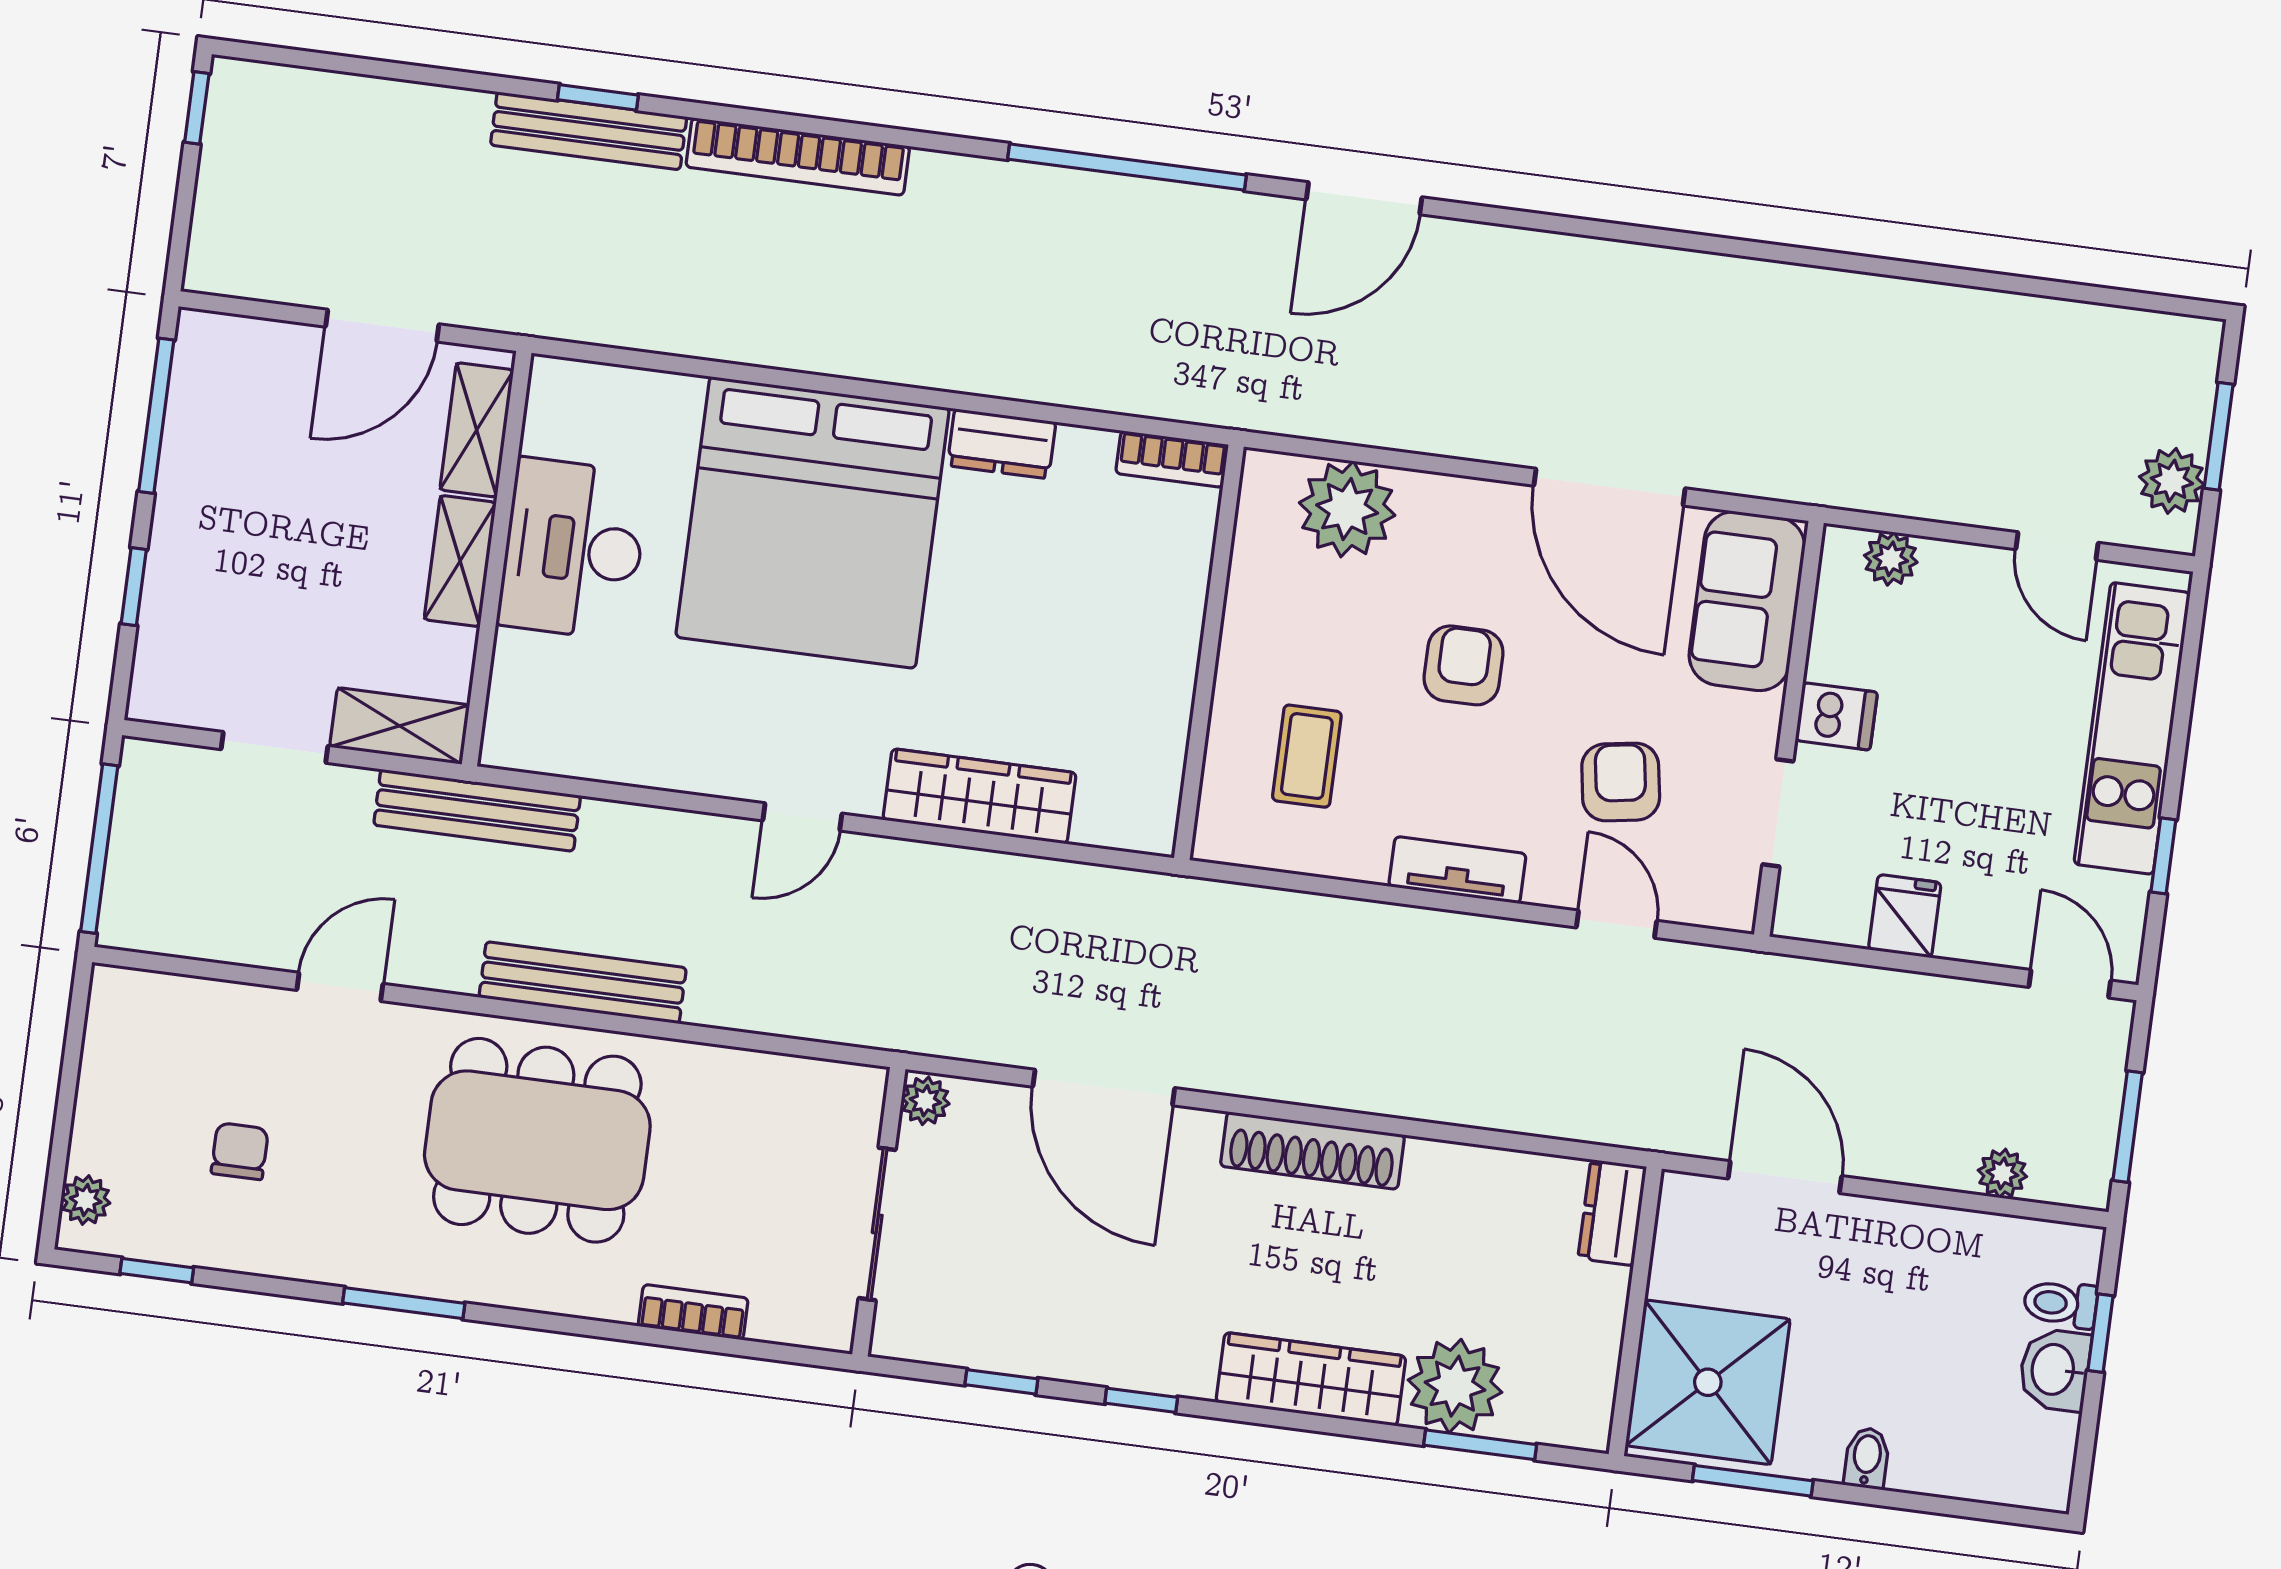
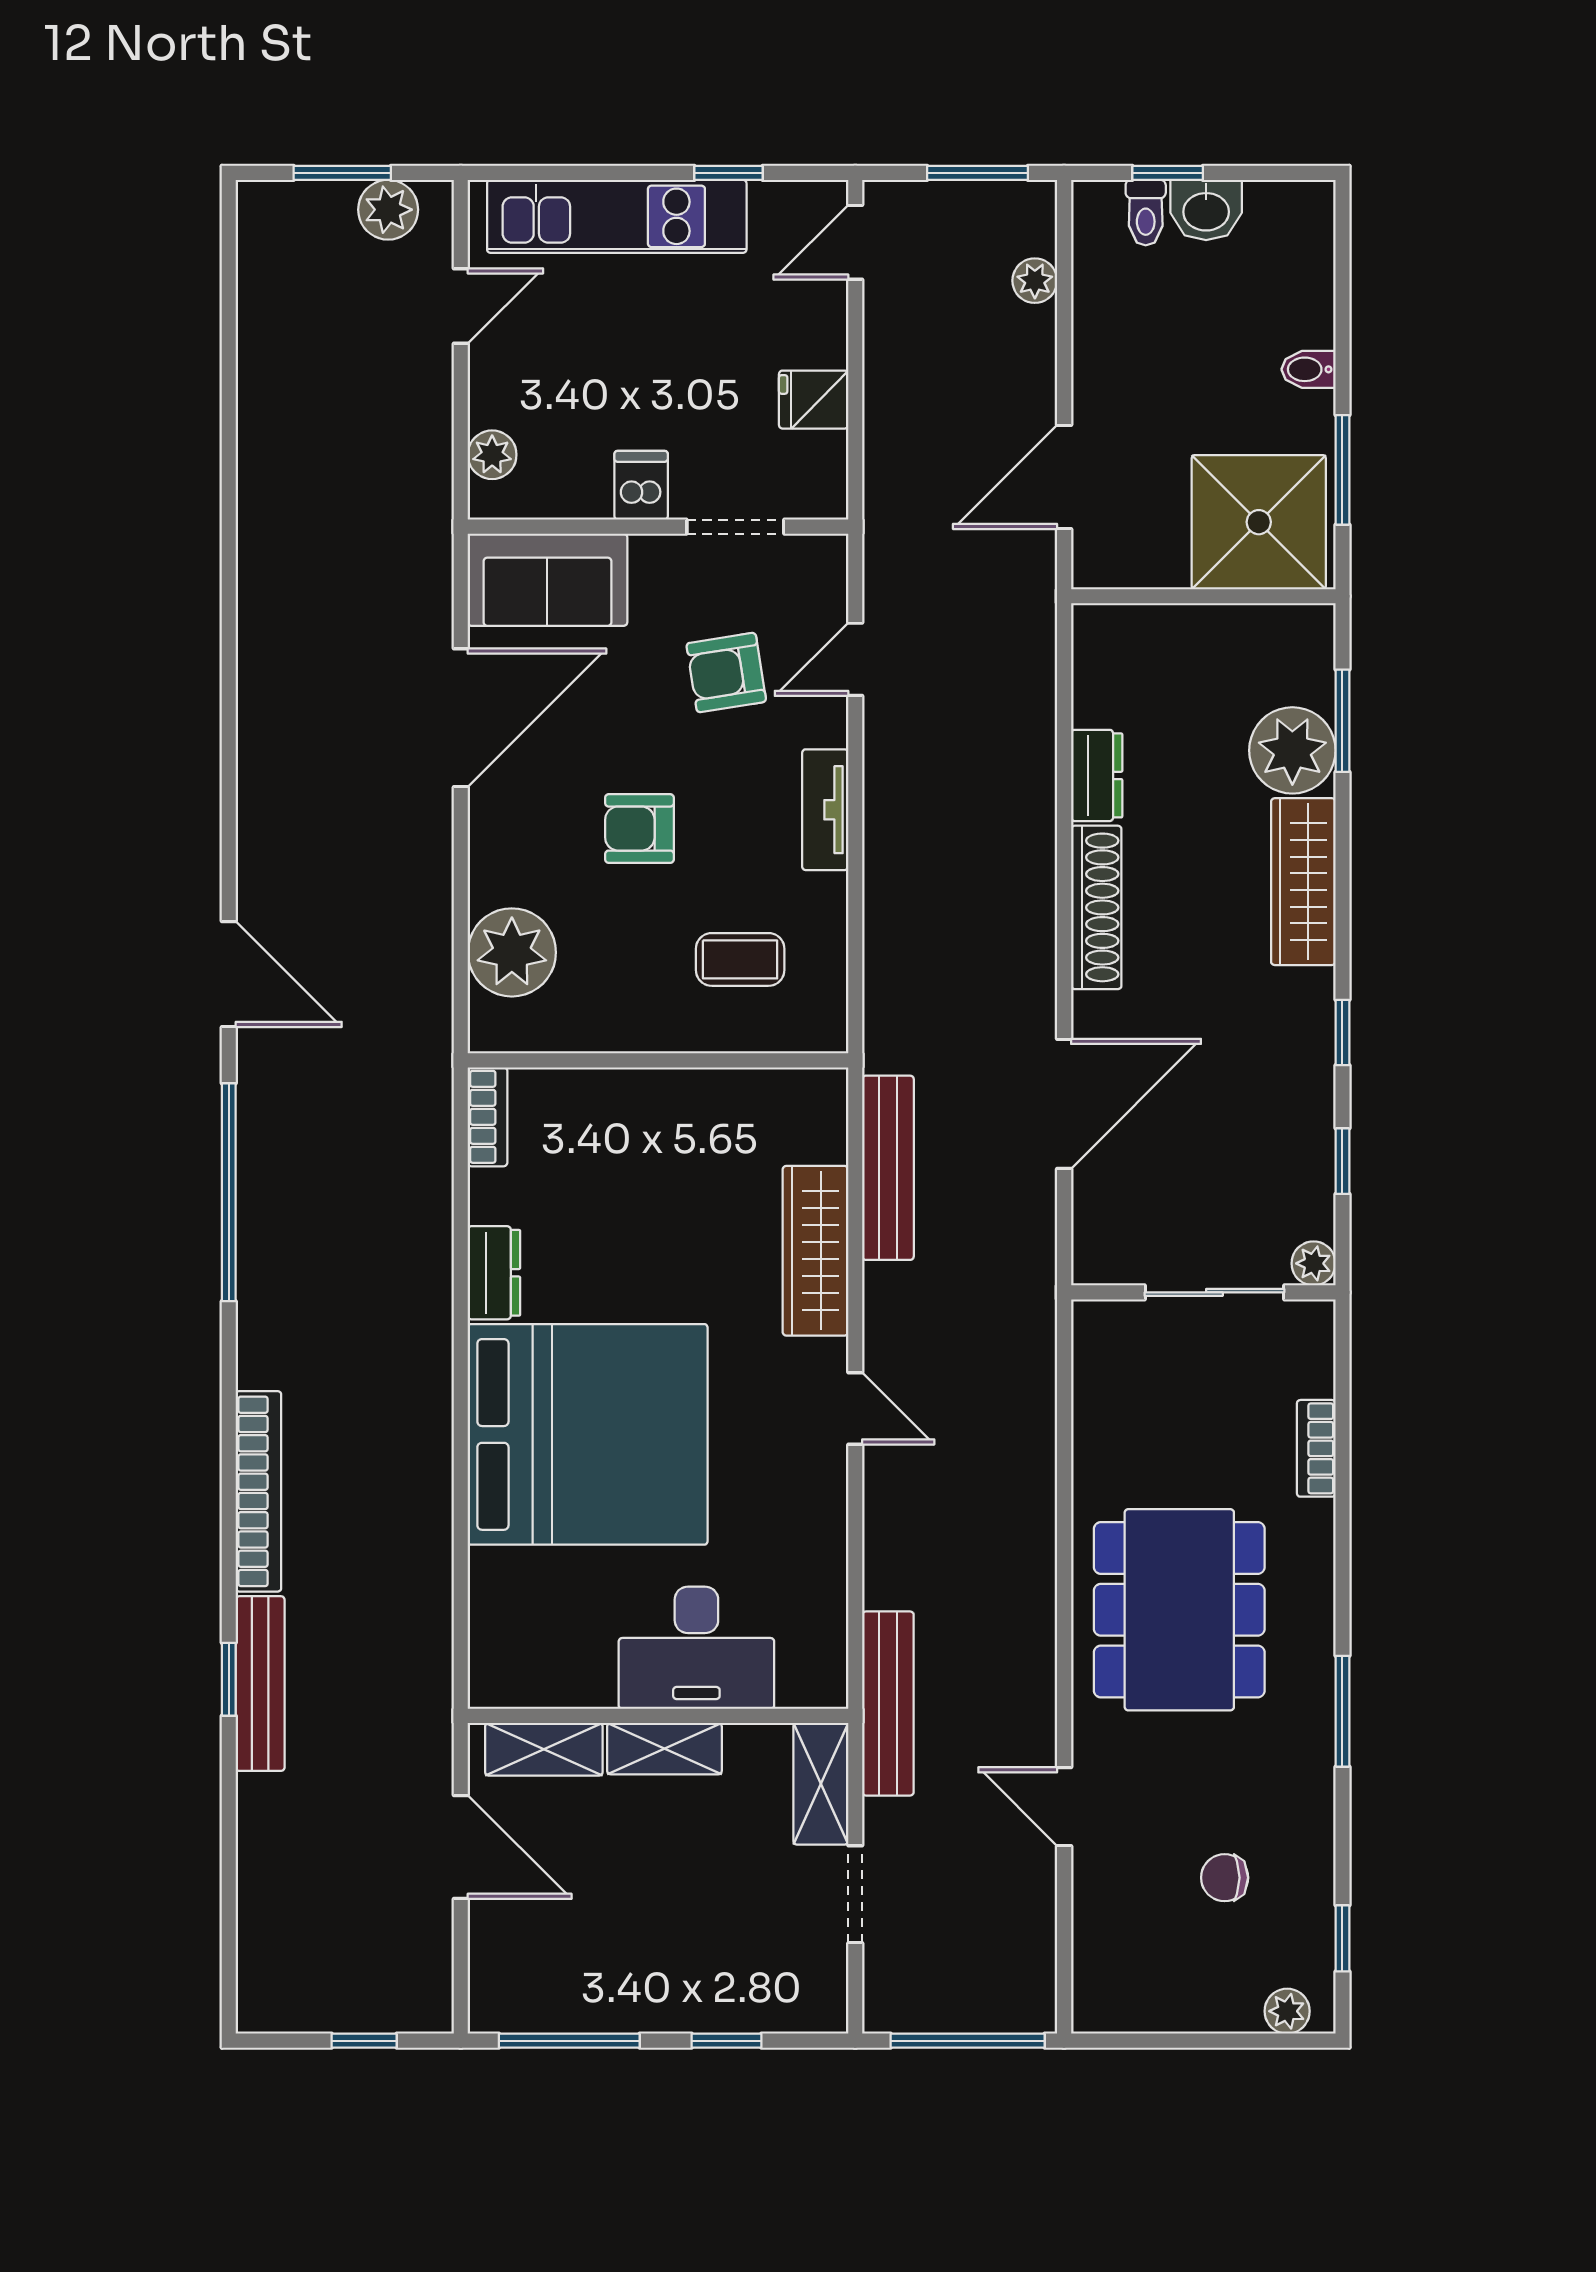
window: (197, 108) -> (364, 2041), moved
desk: (573, 549) -> (696, 1648), moved
bench: (583, 983) -> (888, 1168), moved
plant: (925, 1101) -> (1314, 1263), moved
dresser: (1612, 1213) -> (1097, 775), moved, turned -90

